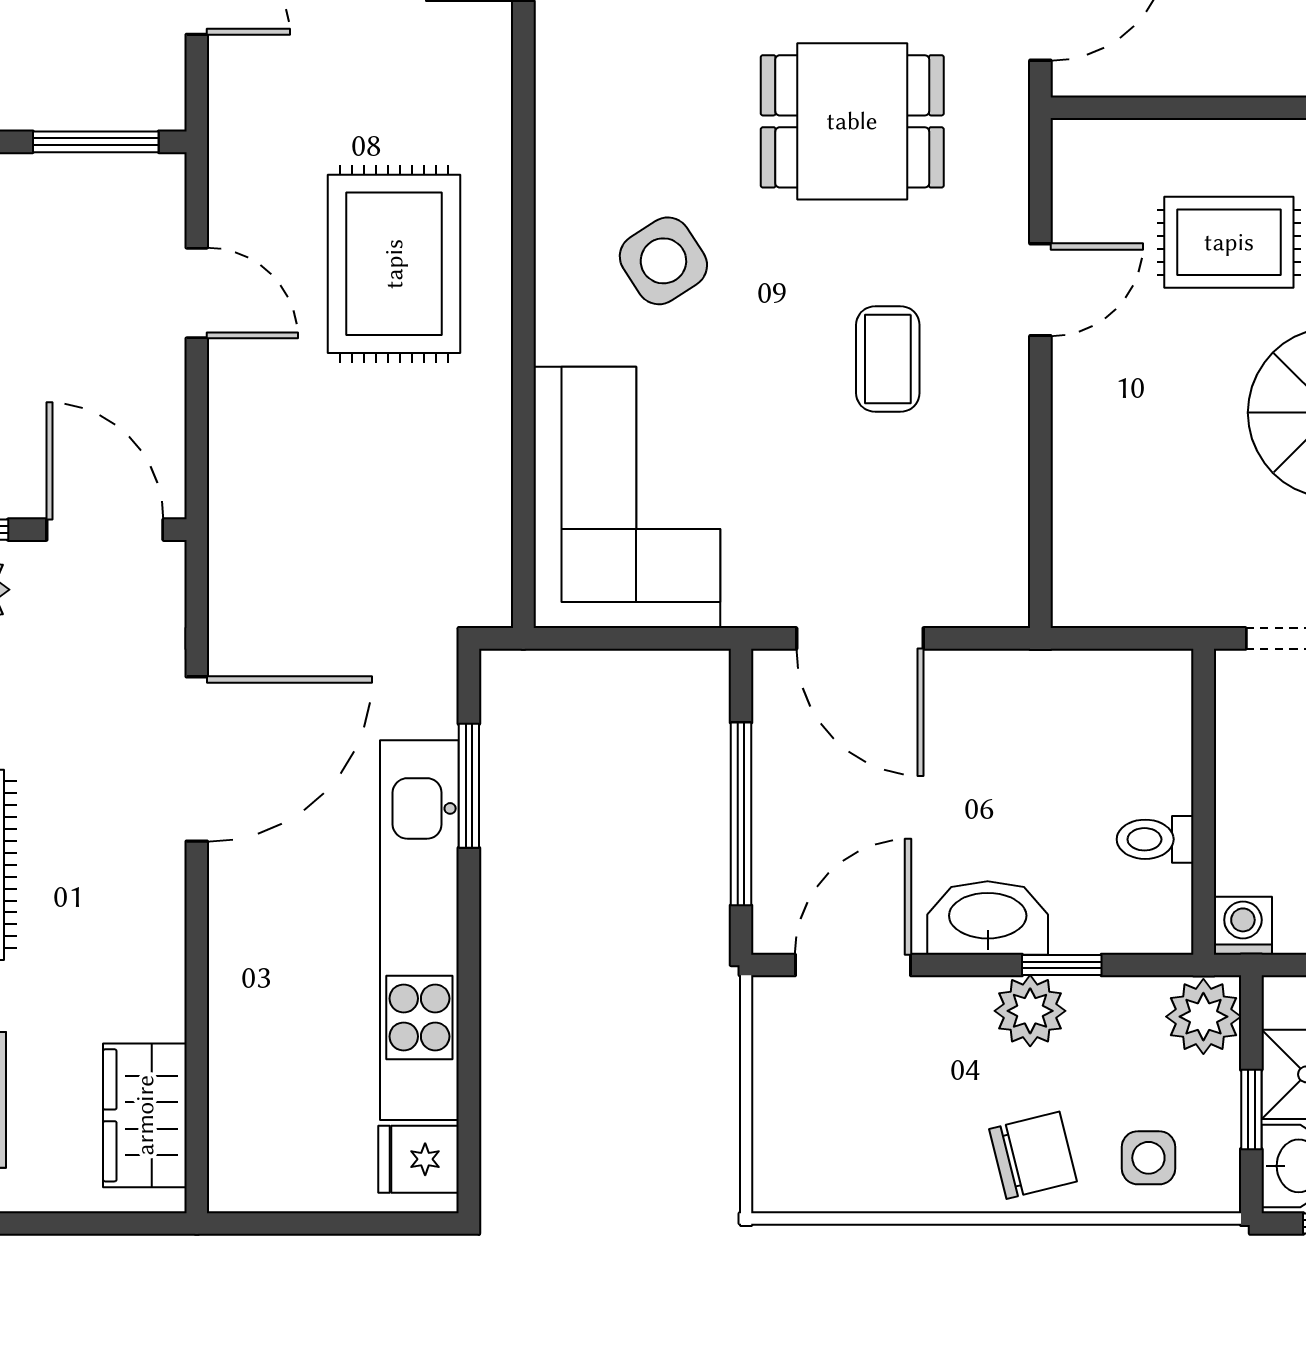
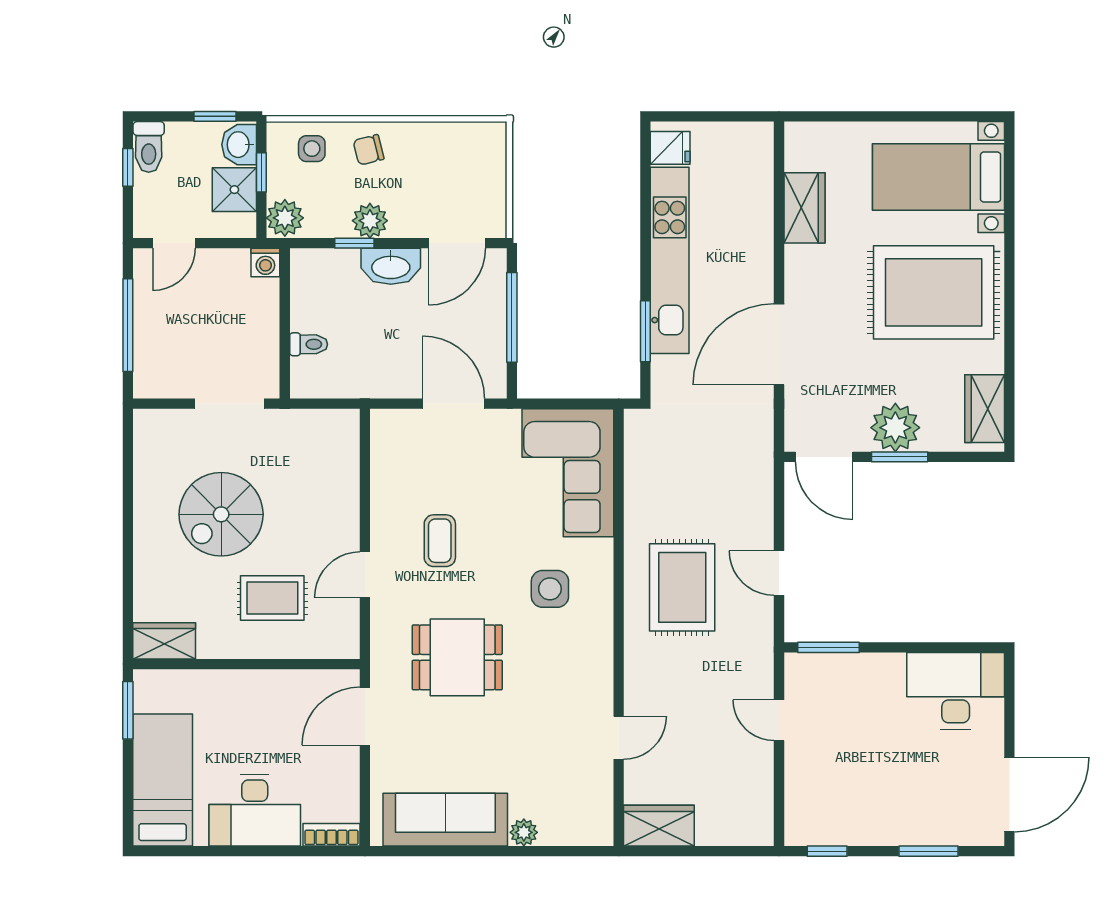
side table: (663, 261) -> (550, 589), turned 33
toilet: (1155, 839) -> (309, 344), moved
wardrobe: (145, 1115) -> (804, 208), moved
chair: (1033, 1155) -> (369, 150), width x0.73, depth x0.73

